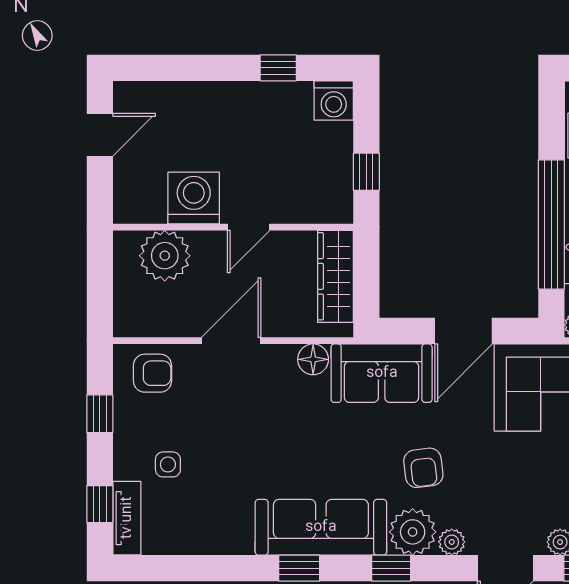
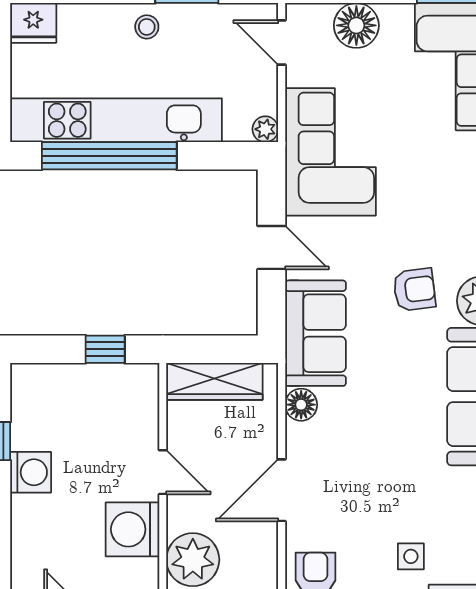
washing machine: (334, 100) -> (31, 472), moved
window: (551, 225) -> (109, 156), moved
door: (464, 331) -> (271, 248), width x0.73
door: (231, 341) -> (282, 490), hinge flipped

